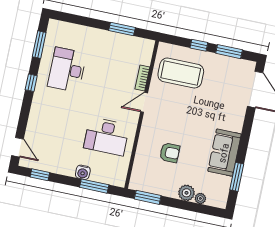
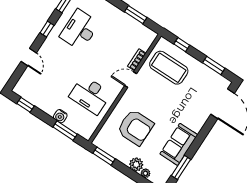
window: (199, 45) -> (182, 45), moved
door: (18, 147) -> (29, 57), moved
armchair: (170, 153) -> (135, 127), width x1.88, depth x1.88

